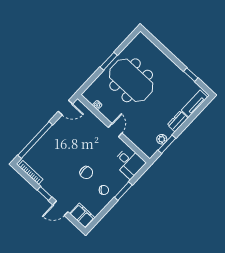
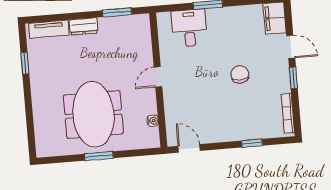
plant: (162, 139) -> (118, 23), removed
window: (35, 140) -> (252, 143), width x0.32
desk: (129, 163) -> (189, 28), moved
chair: (86, 173) -> (240, 74), moved
chair: (104, 190) -> (227, 25), removed

